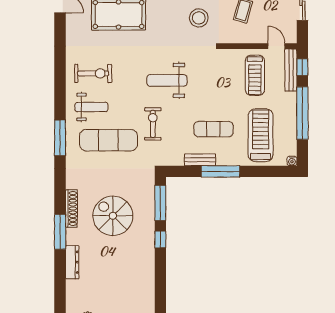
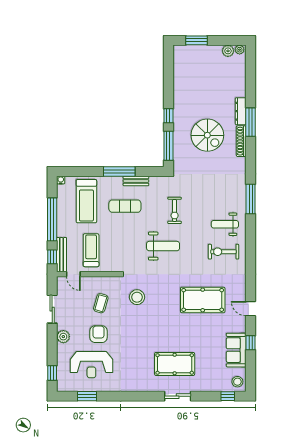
exercise mat: (109, 140) -> (211, 197), removed
dresser: (72, 262) -> (241, 111), moved

